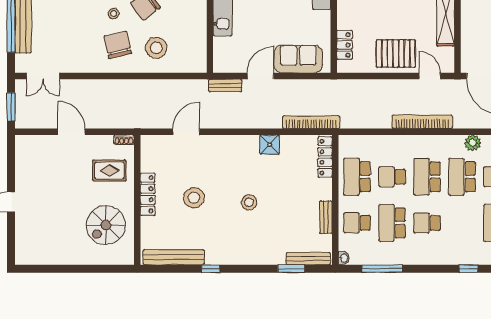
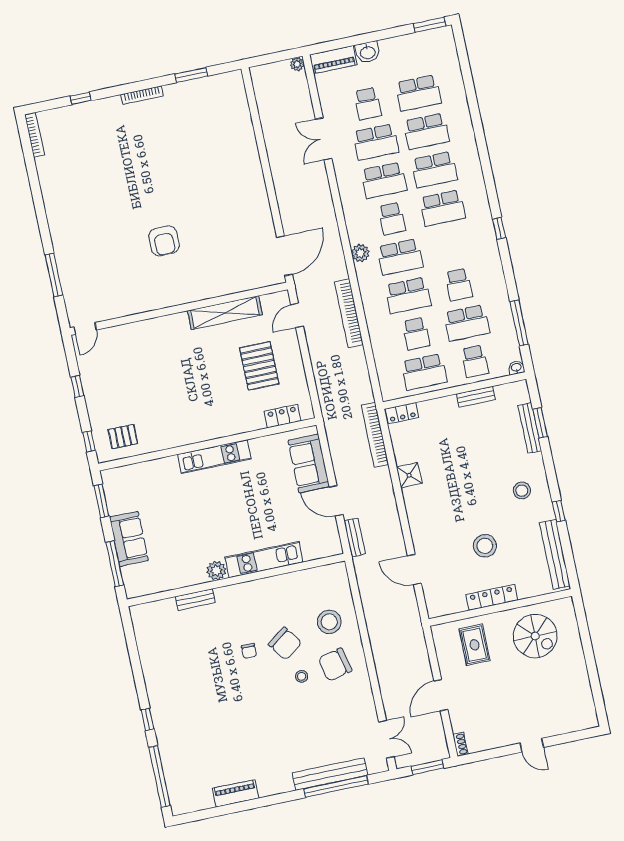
pallet: (396, 53) -> (259, 366), moved
shoe rack: (124, 140) -> (460, 744), moved
locker: (325, 157) -> (402, 413), width x0.66
stool: (249, 202) -> (522, 491), moved
bench: (308, 259) -> (530, 428), moved

